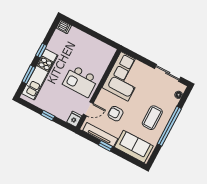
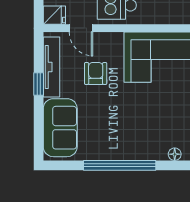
coffee table: (152, 118) -> (119, 133), removed

